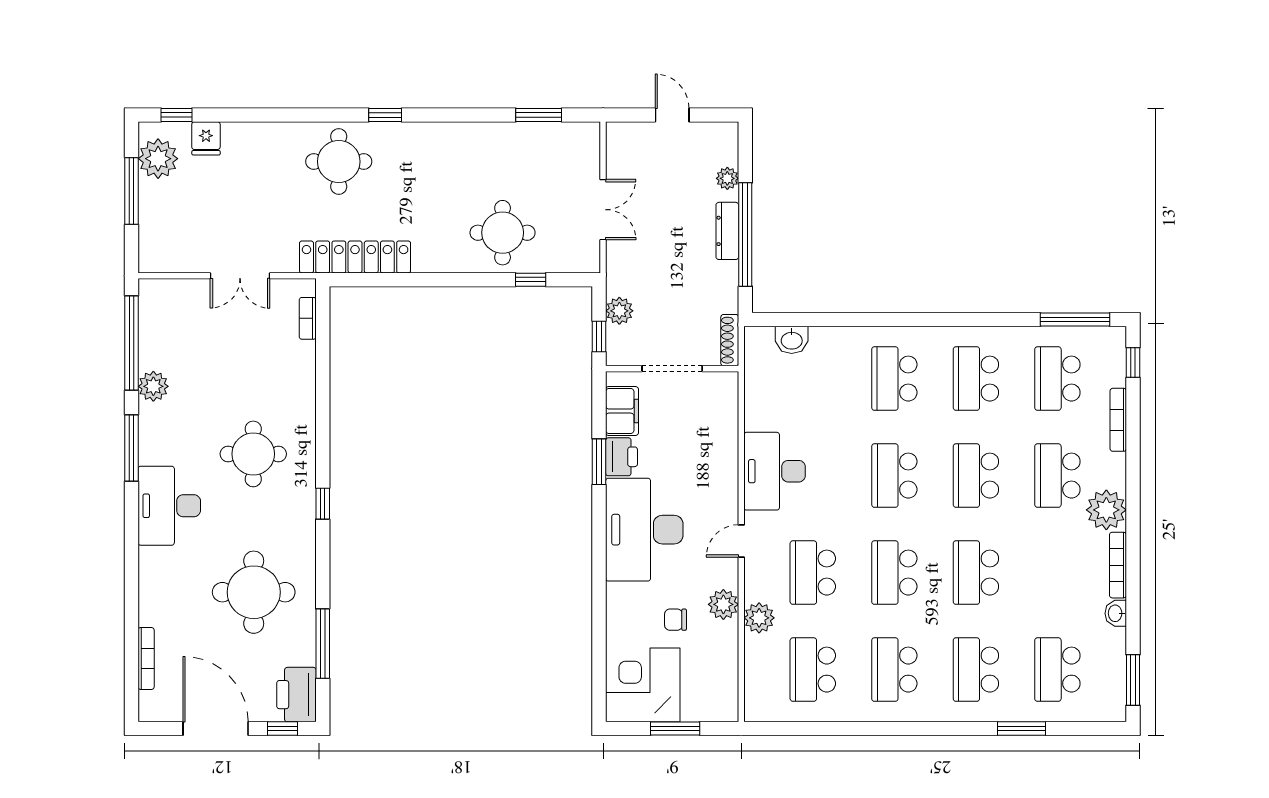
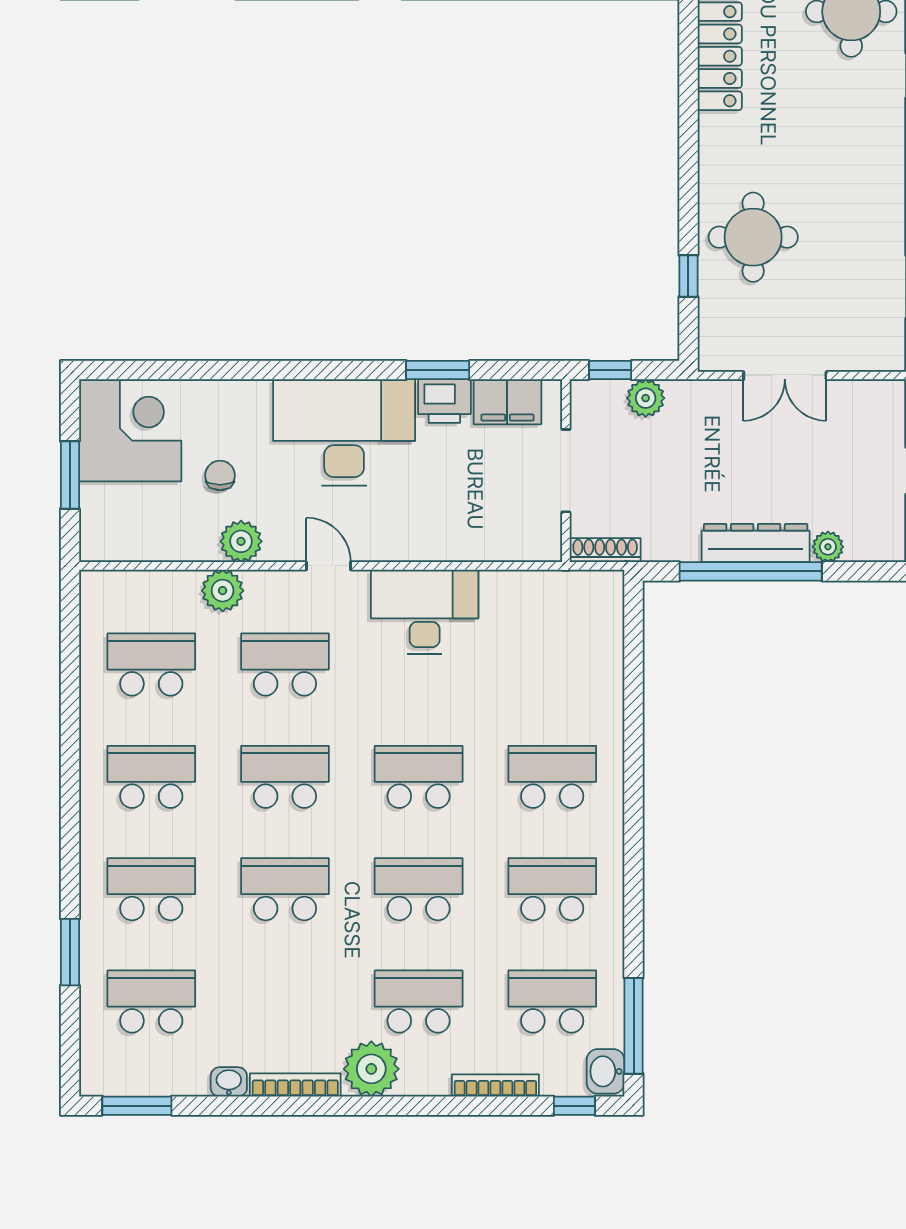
dresser: (727, 231) -> (756, 543), width x1.37, depth x1.24
washbasin: (792, 340) -> (605, 1071), moved

